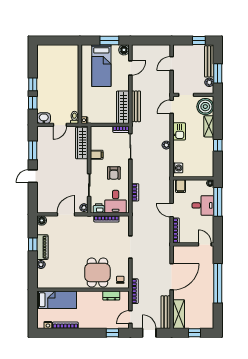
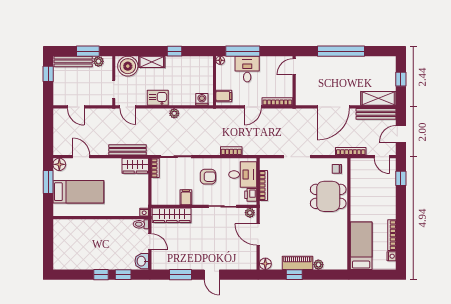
wardrobe: (123, 107) -> (135, 166), width x0.67
door: (172, 277) -> (333, 107), swing flipped
dresser: (111, 296) -> (356, 180), removed

